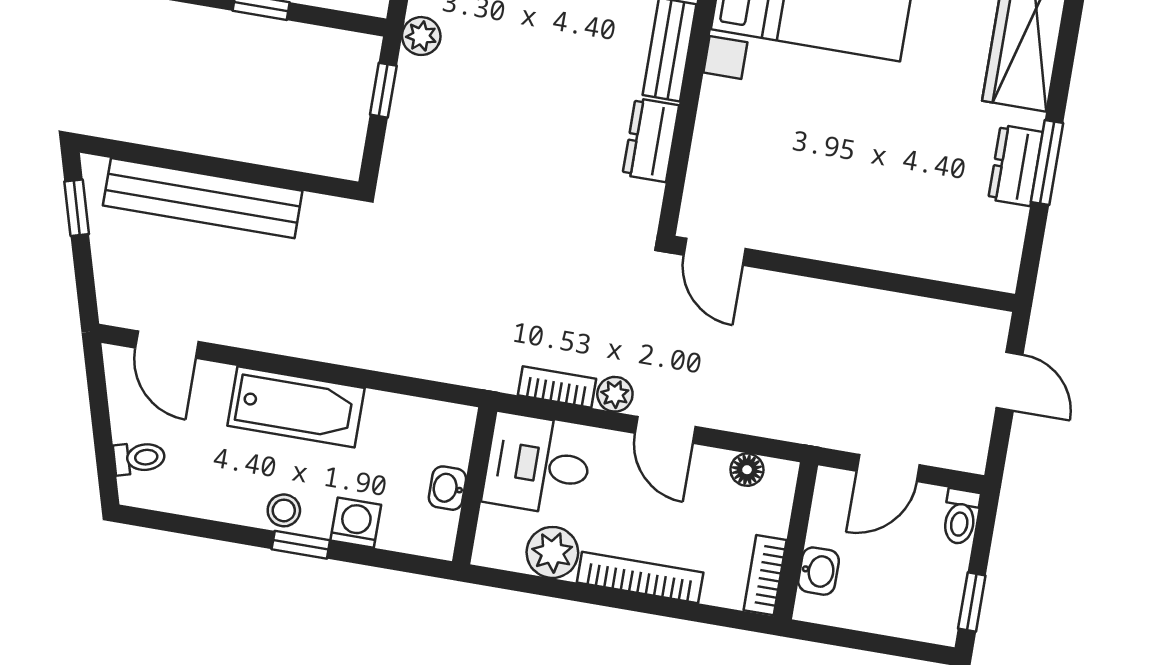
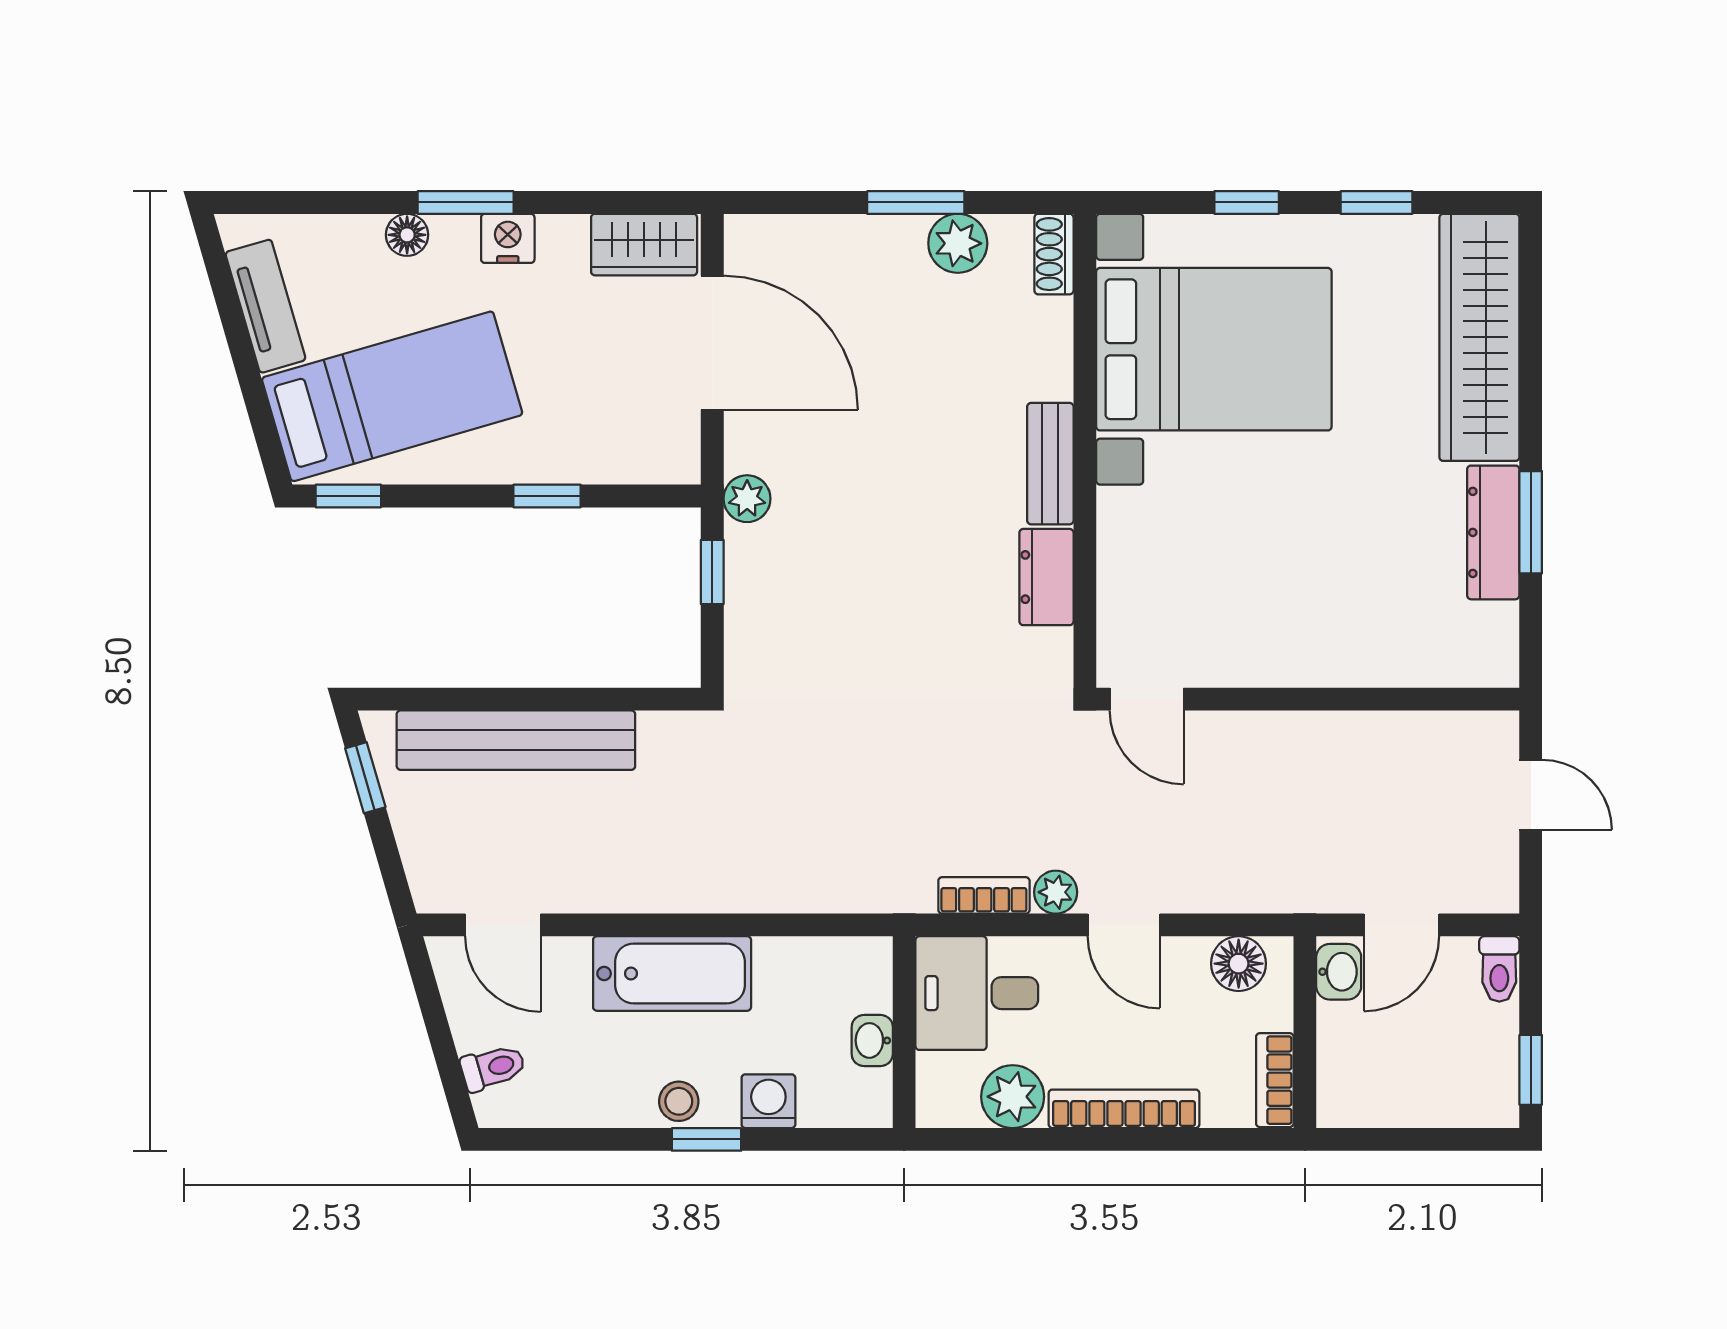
dresser: (1016, 166) -> (1493, 532), width x1.44
floor lamp: (747, 470) -> (1239, 964), width x1.37, depth x1.37
washbasin: (819, 571) -> (1339, 972), moved

